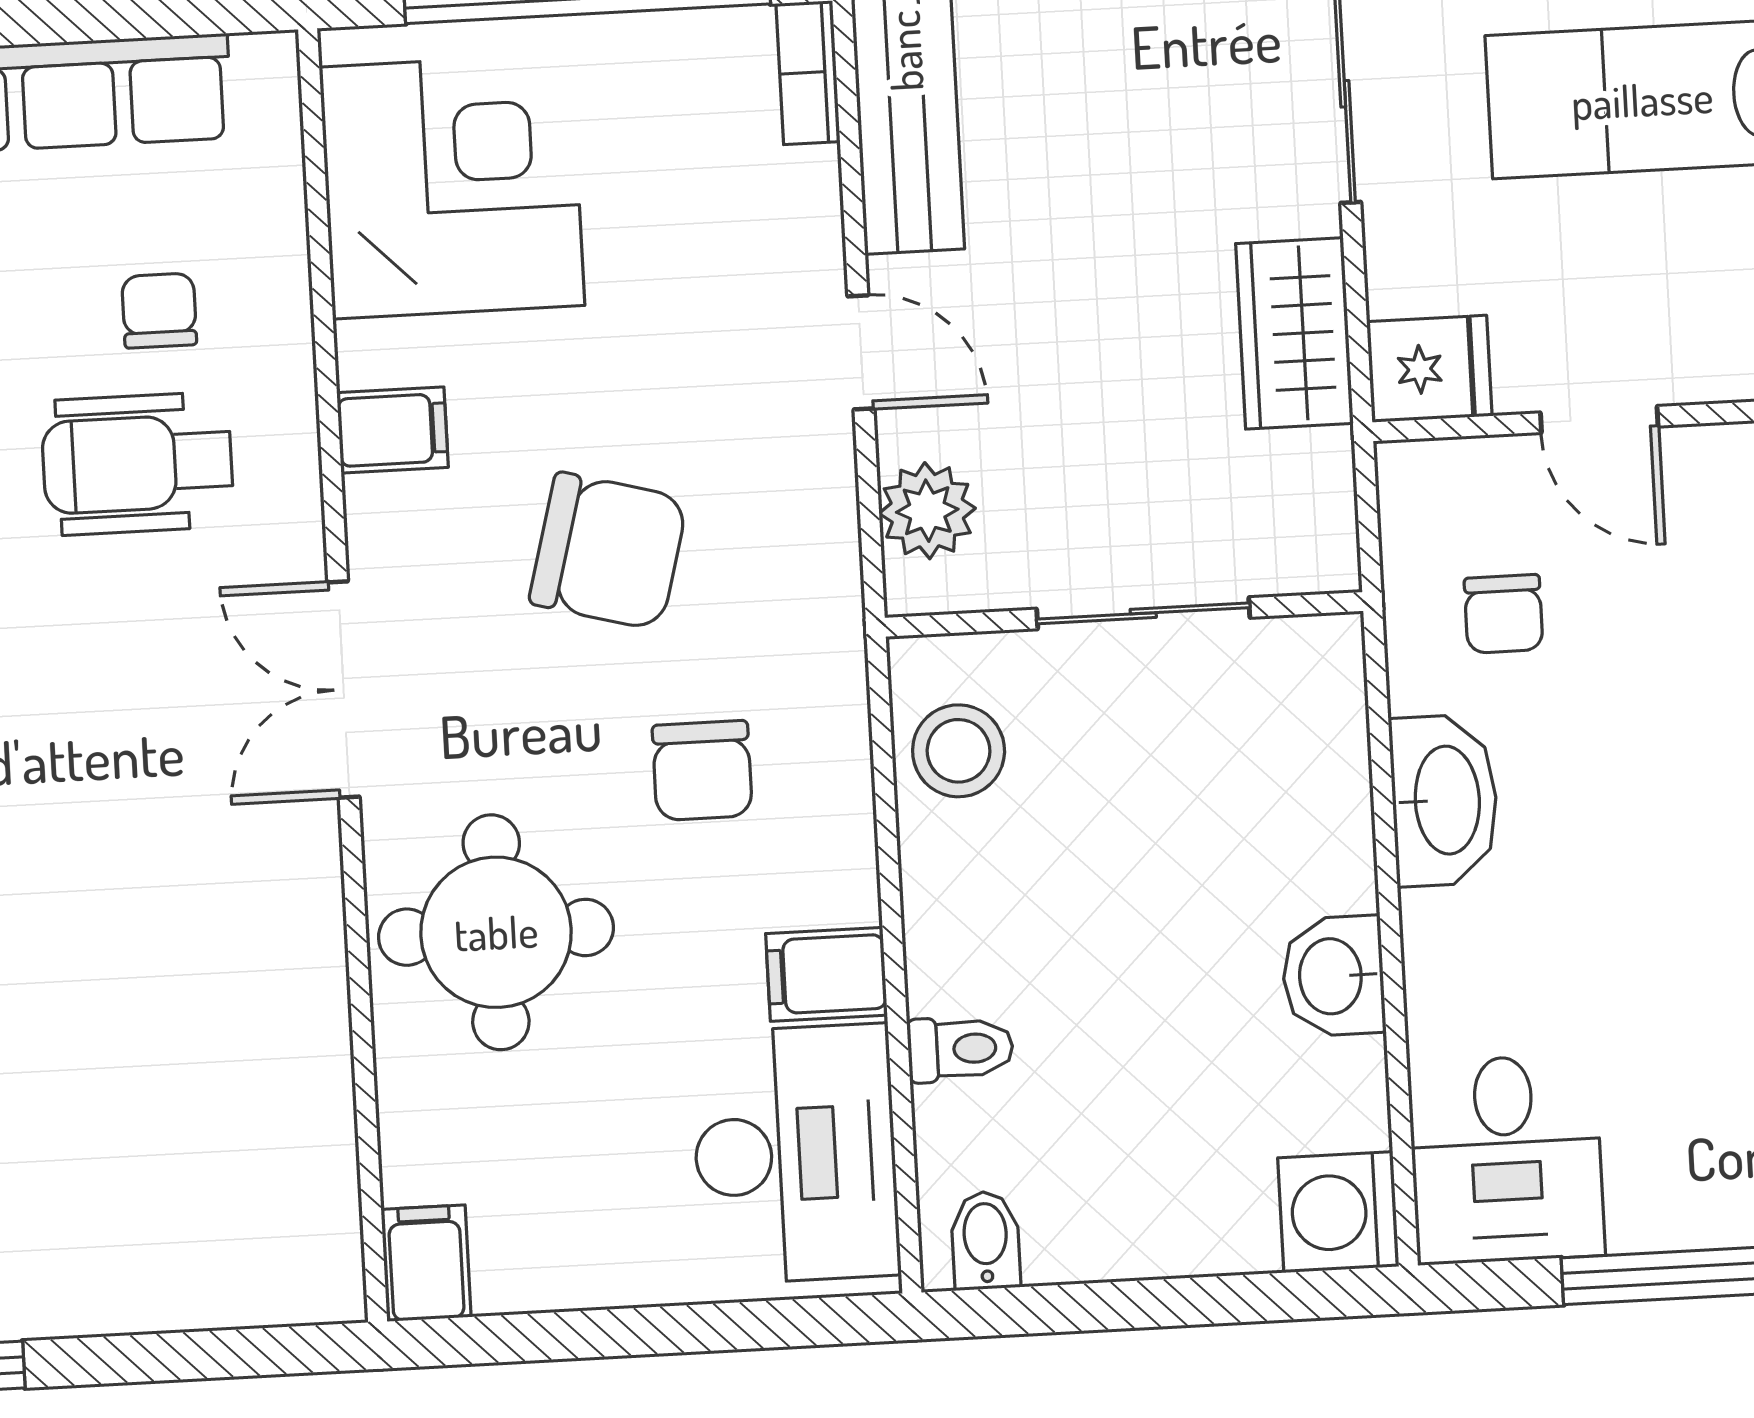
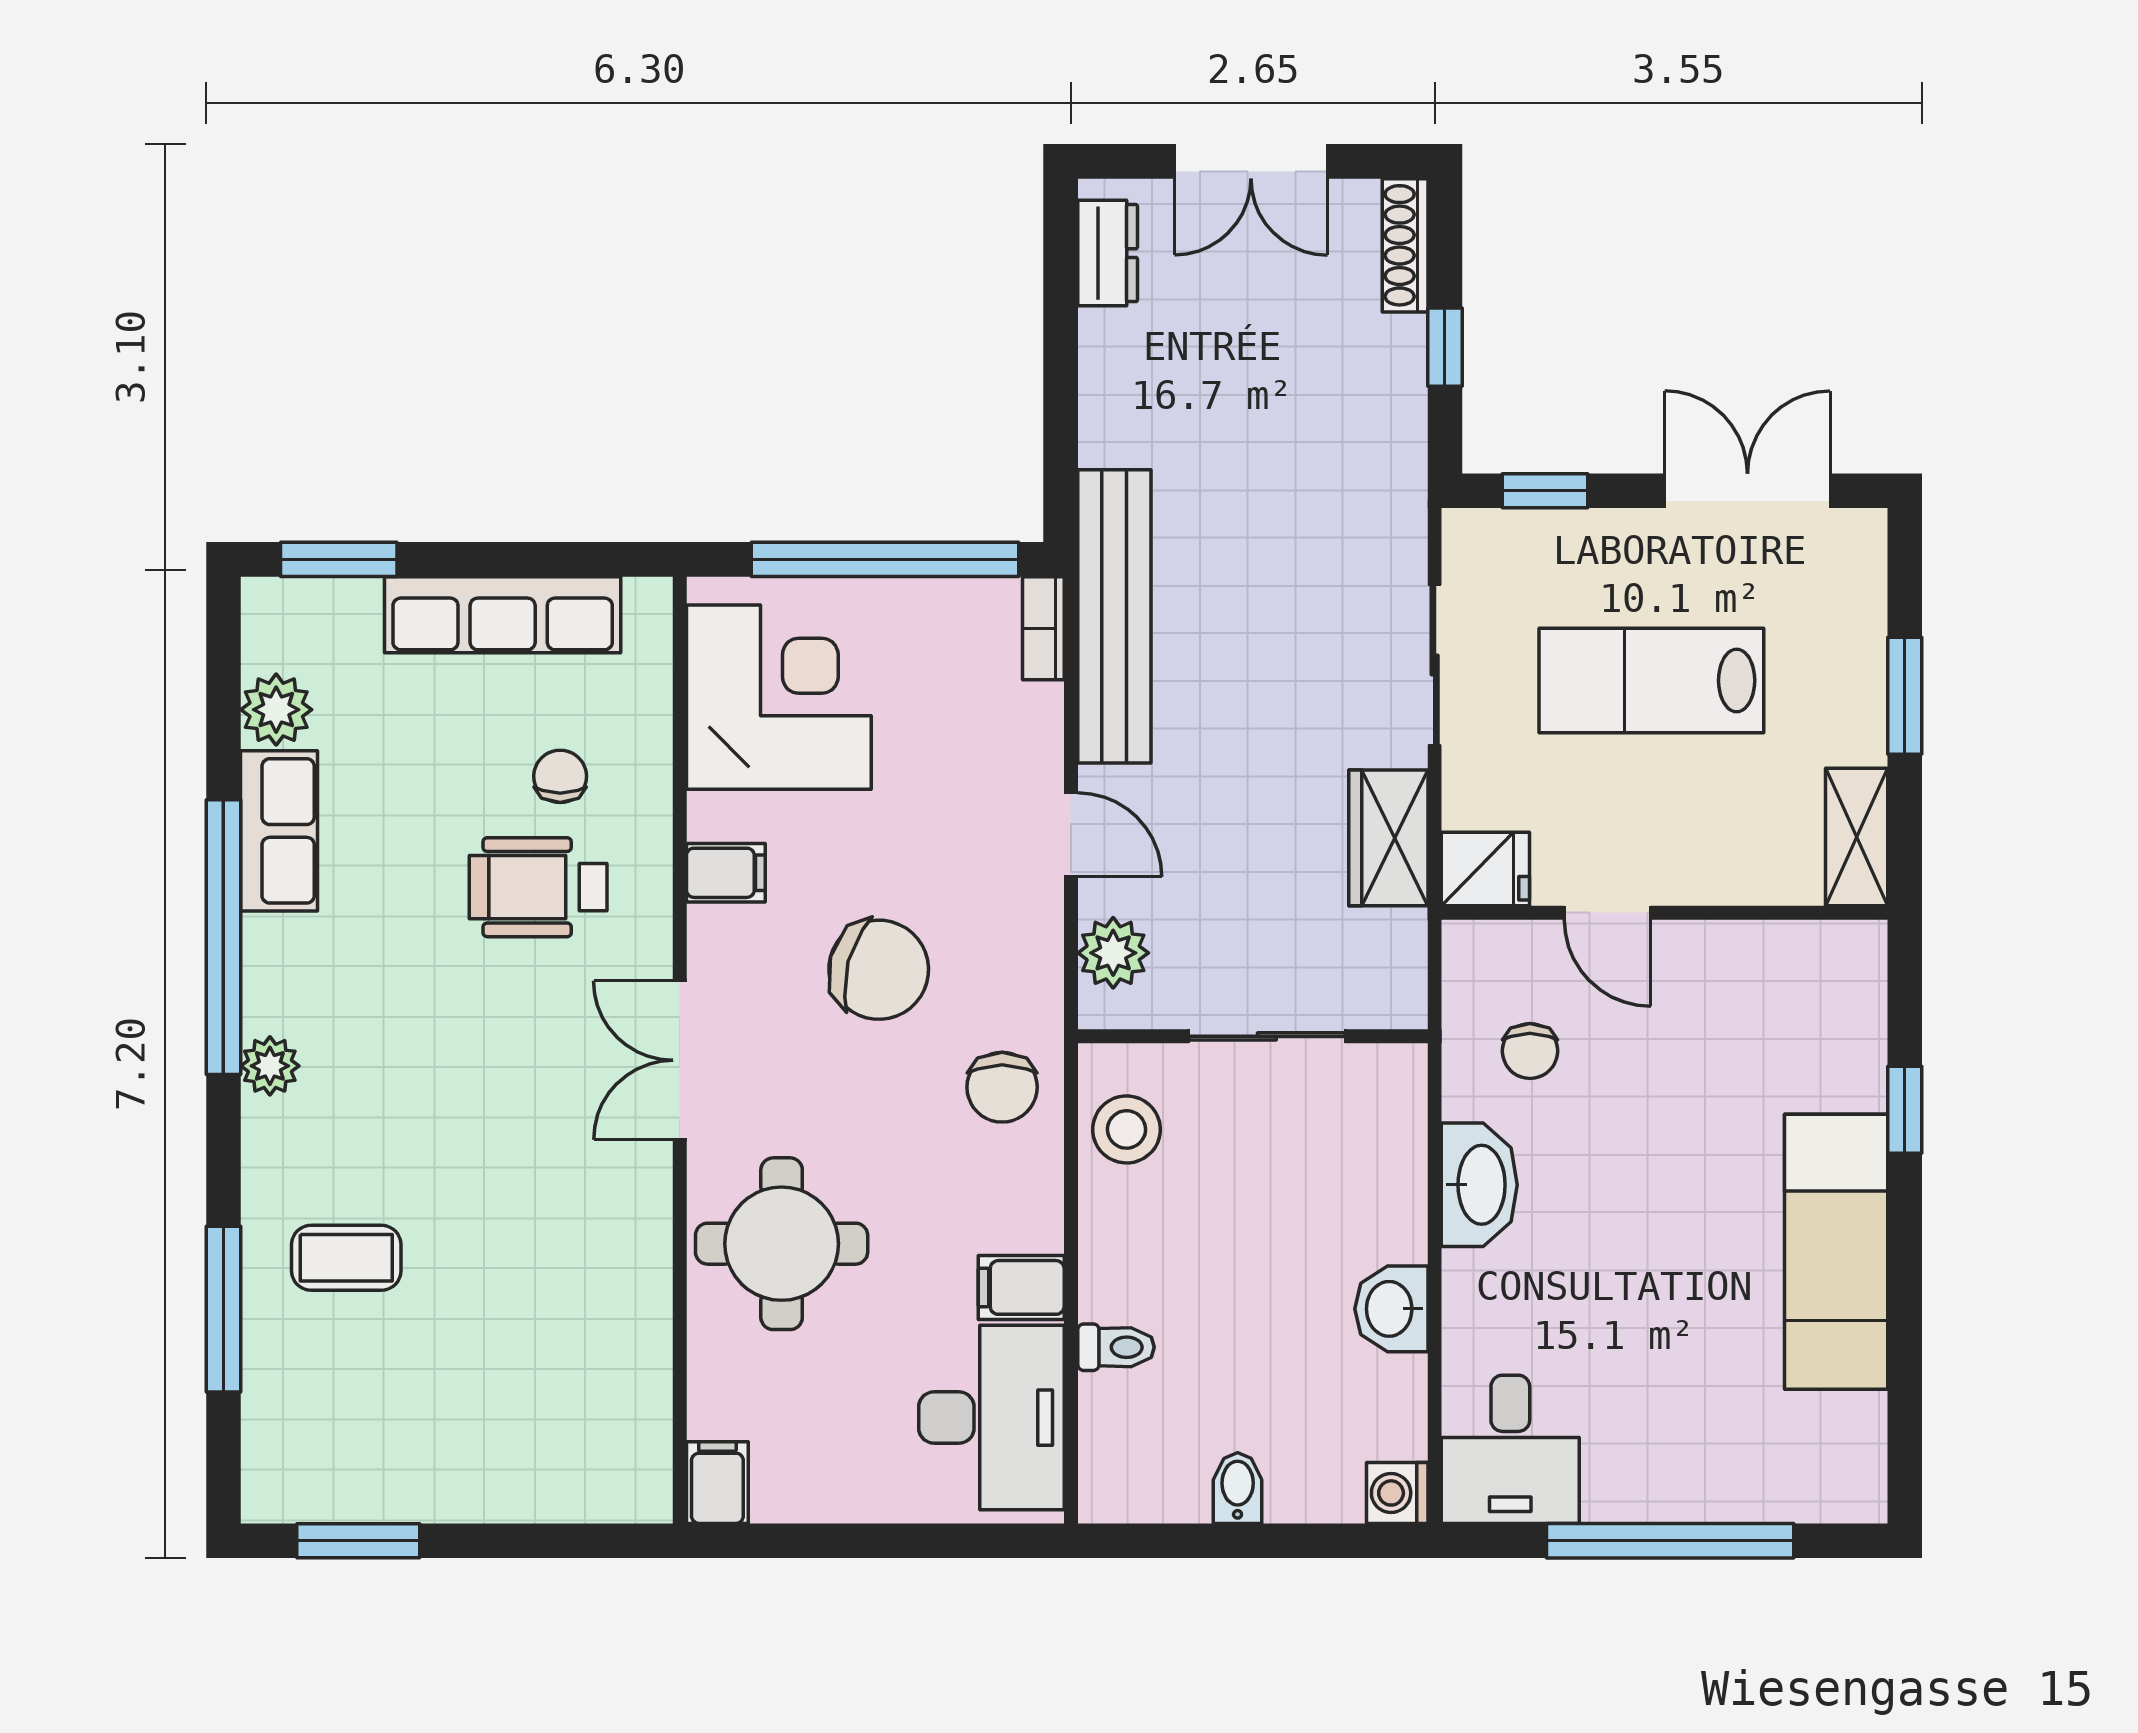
chair: (702, 771) -> (1002, 1087), moved
washing machine: (1338, 1212) -> (1397, 1493), width x0.73, depth x0.73
bidet: (986, 1240) -> (1238, 1488), moved

